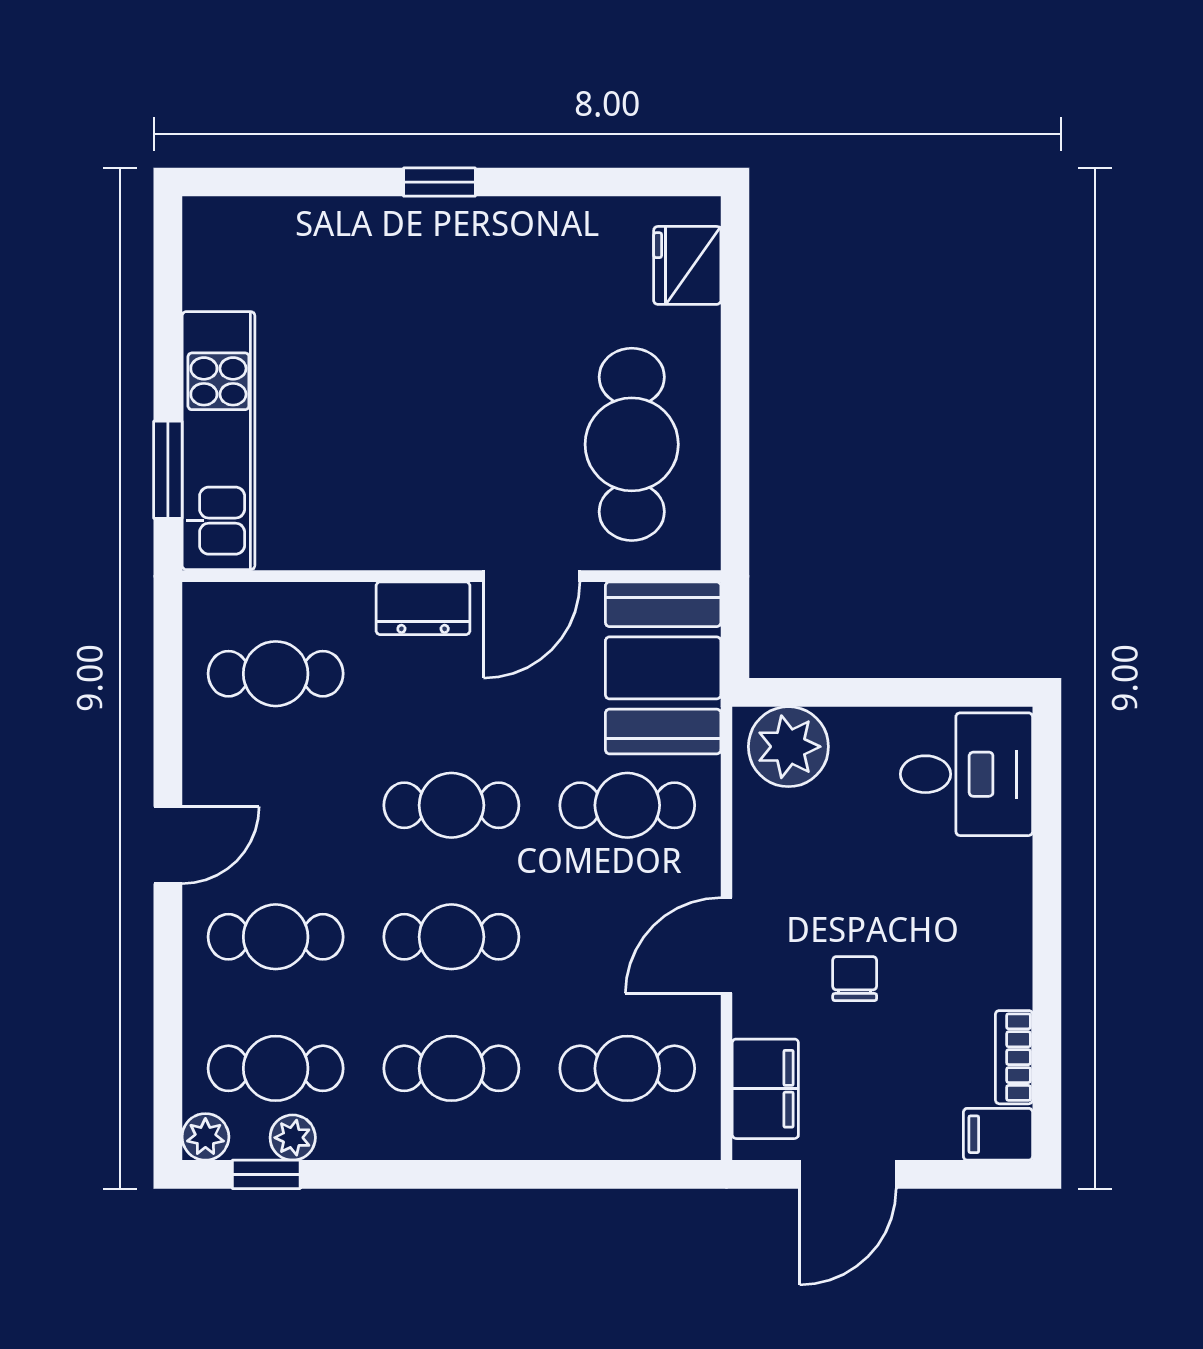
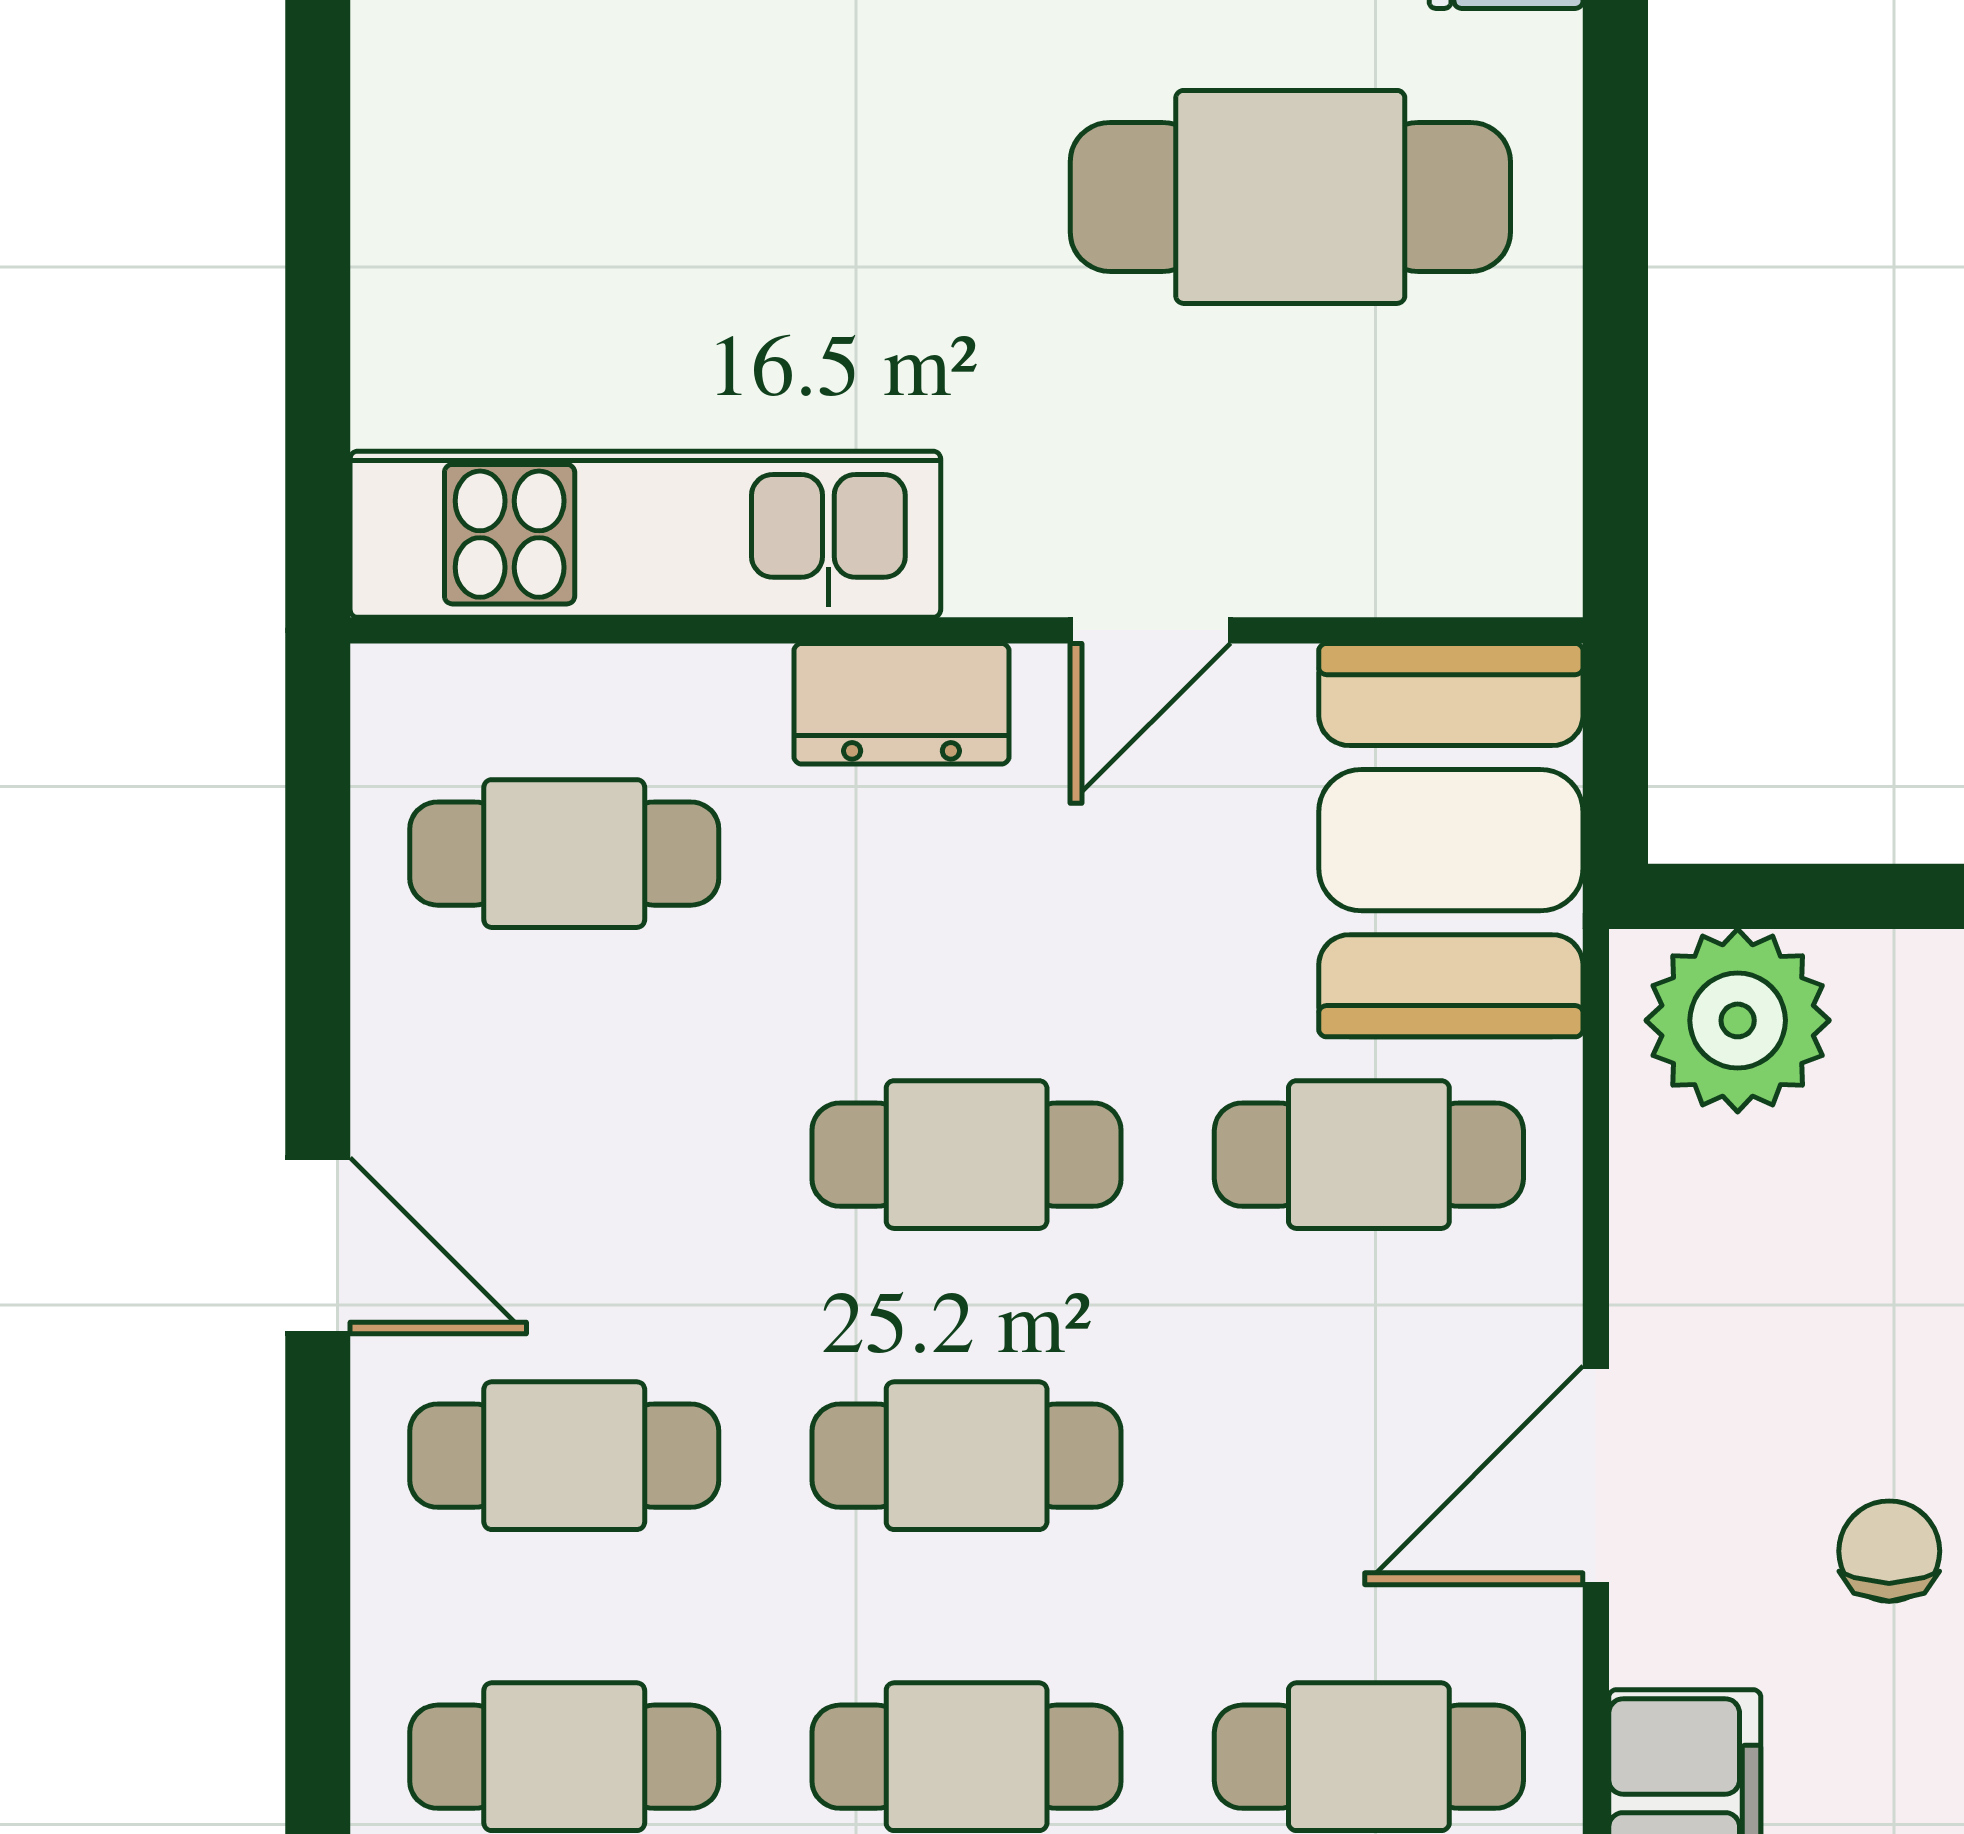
kitchen unit: (218, 441) -> (645, 534), moved, turned -90
cafe table: (632, 444) -> (1290, 197), moved, turned 90
window: (168, 470) -> (318, 387), removed
door: (532, 576) -> (1150, 630), width x0.73
door: (168, 845) -> (318, 1246), hinge flipped

